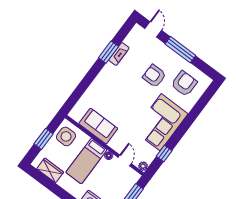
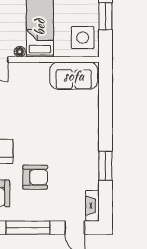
fireplace: (119, 54) -> (92, 206), moved
sofa: (98, 126) -> (74, 76), moved

